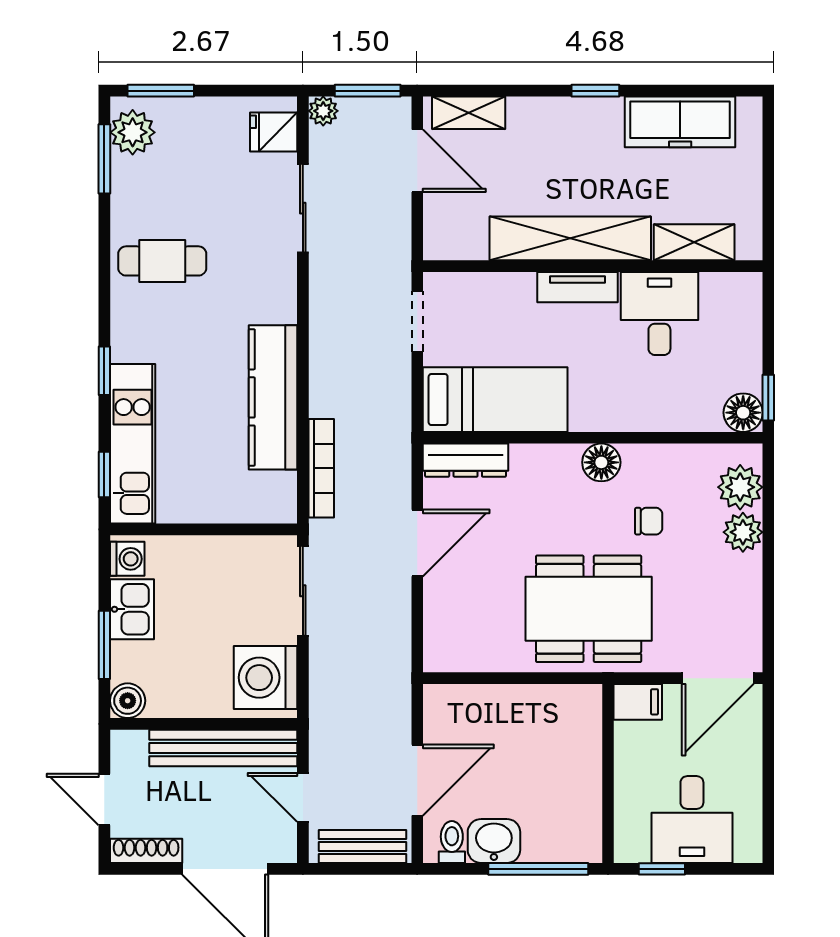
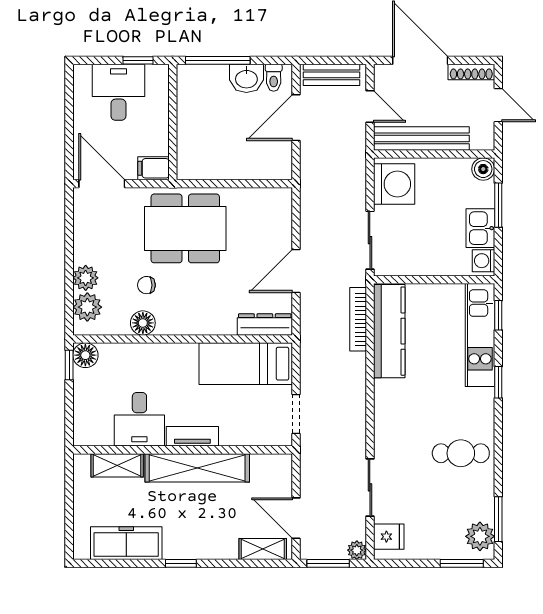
kitchen counter: (273, 397) -> (389, 331), moved
floor lamp: (601, 462) -> (143, 323), moved
door: (718, 678) -> (102, 184), hinge flipped

